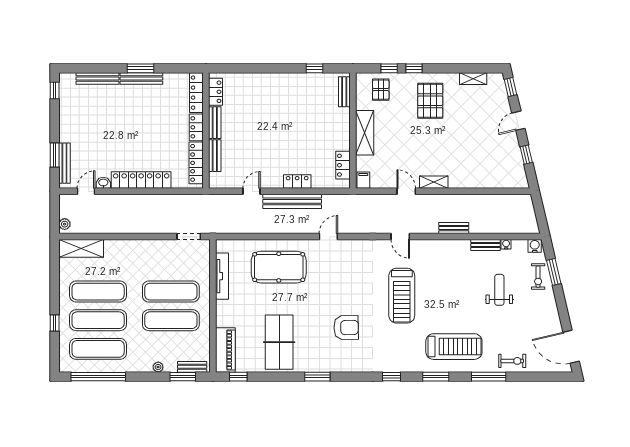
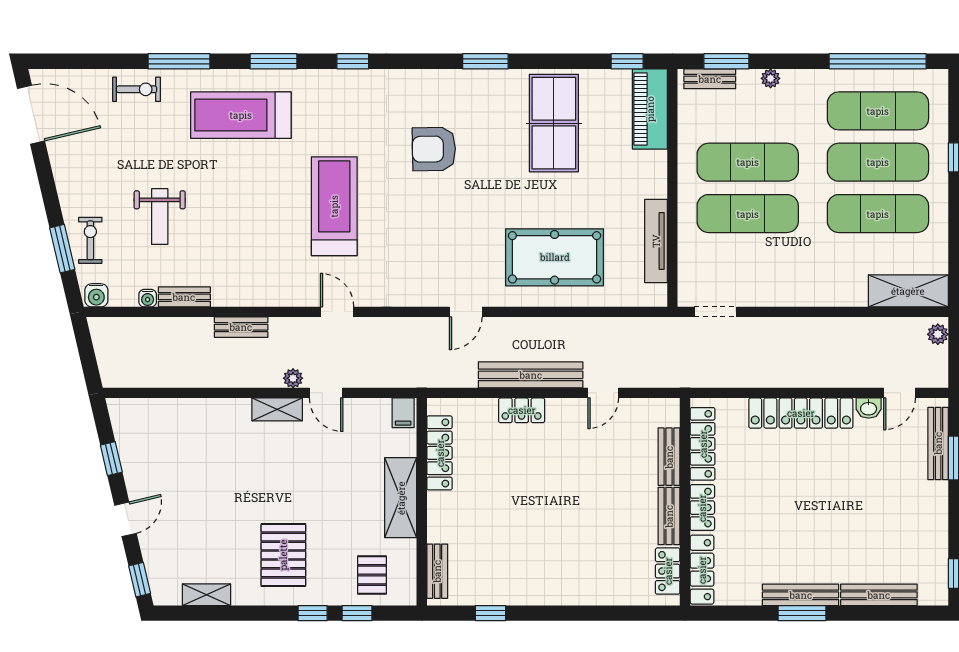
locker: (343, 165) -> (440, 453), width x1.53
plant: (425, 200) -> (293, 378), added
exercise bike: (512, 361) -> (137, 89), turned 180

